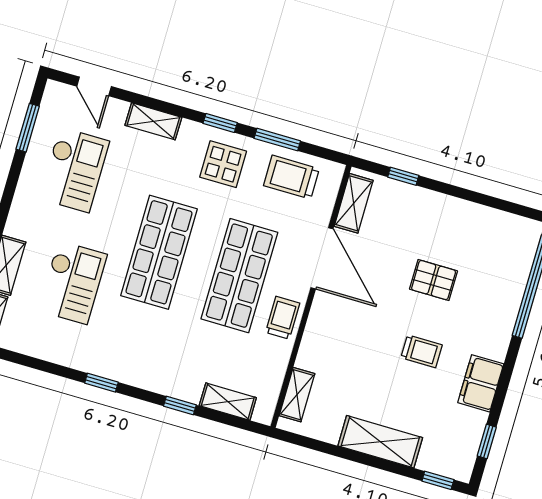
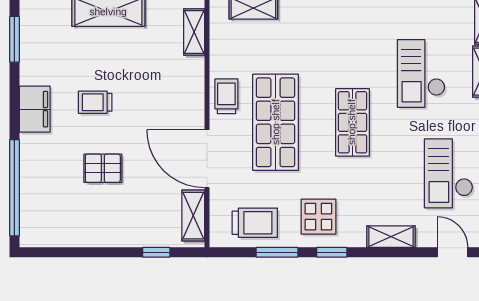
shop shelf: (159, 252) -> (352, 122), width x0.70, depth x0.74
trolley: (283, 318) -> (226, 96), turned 180
filing cabinet: (481, 383) -> (35, 109), moved
window: (487, 441) -> (14, 39), width x1.50

